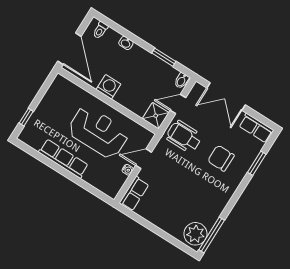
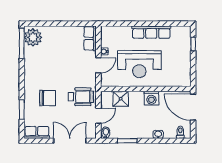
shower: (156, 116) -> (121, 99), moved

